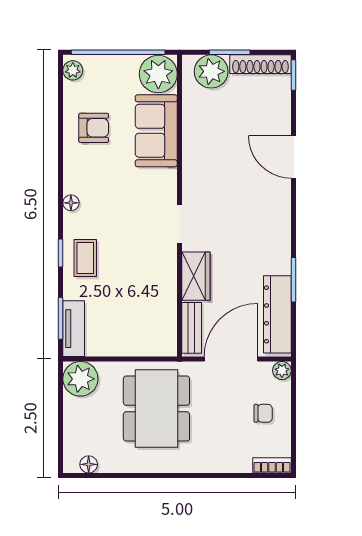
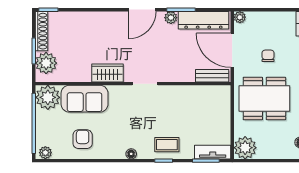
door: (294, 157) -> (142, 10), moved
plant: (281, 264) -> (171, 18), added
wardrobe: (196, 276) -> (107, 73), moved
chair: (263, 413) -> (268, 56), moved

